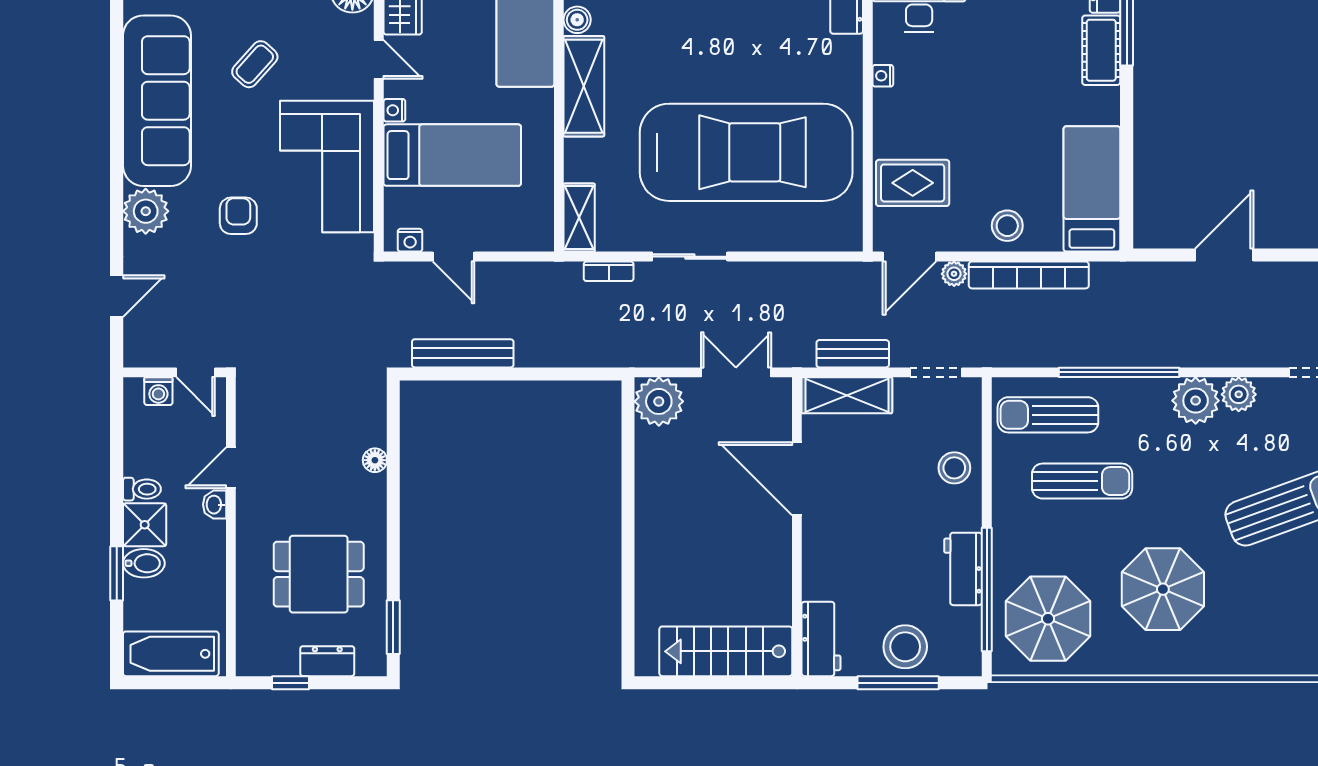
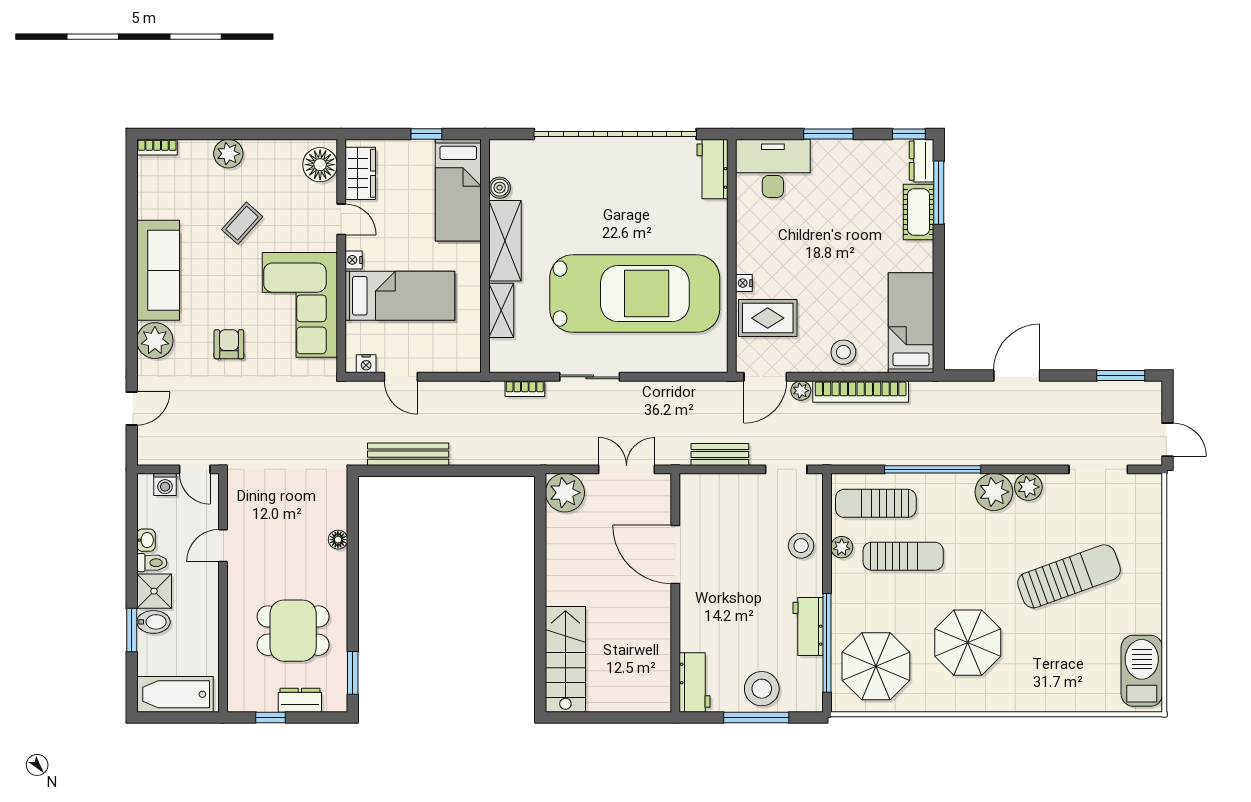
nightstand: (883, 76) -> (744, 283), moved
sofa: (157, 101) -> (158, 270), width x0.74, depth x0.79
shelving: (579, 218) -> (501, 310), moved
shelving: (847, 395) -> (715, 488), removed
plant: (1005, 470) -> (842, 547), added
washbasin: (215, 505) -> (146, 540), moved, turned 180
stairs: (726, 651) -> (565, 659), moved, turned 90

